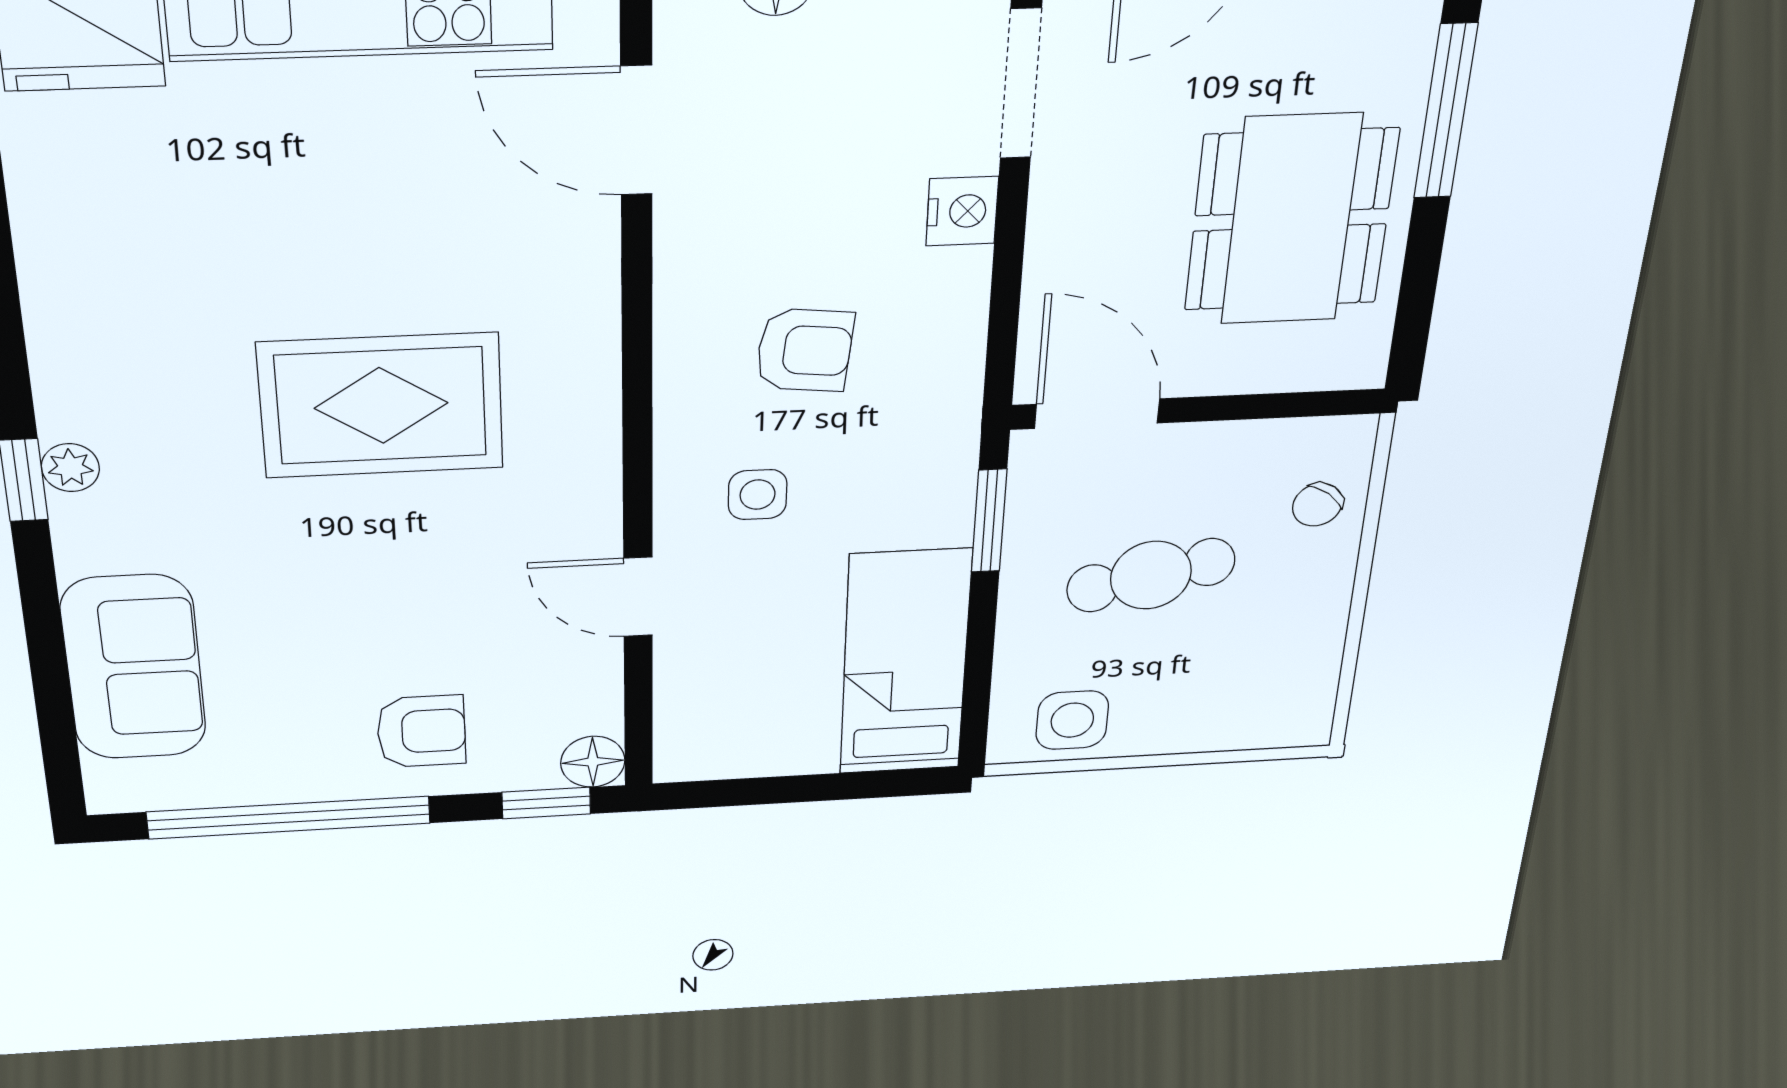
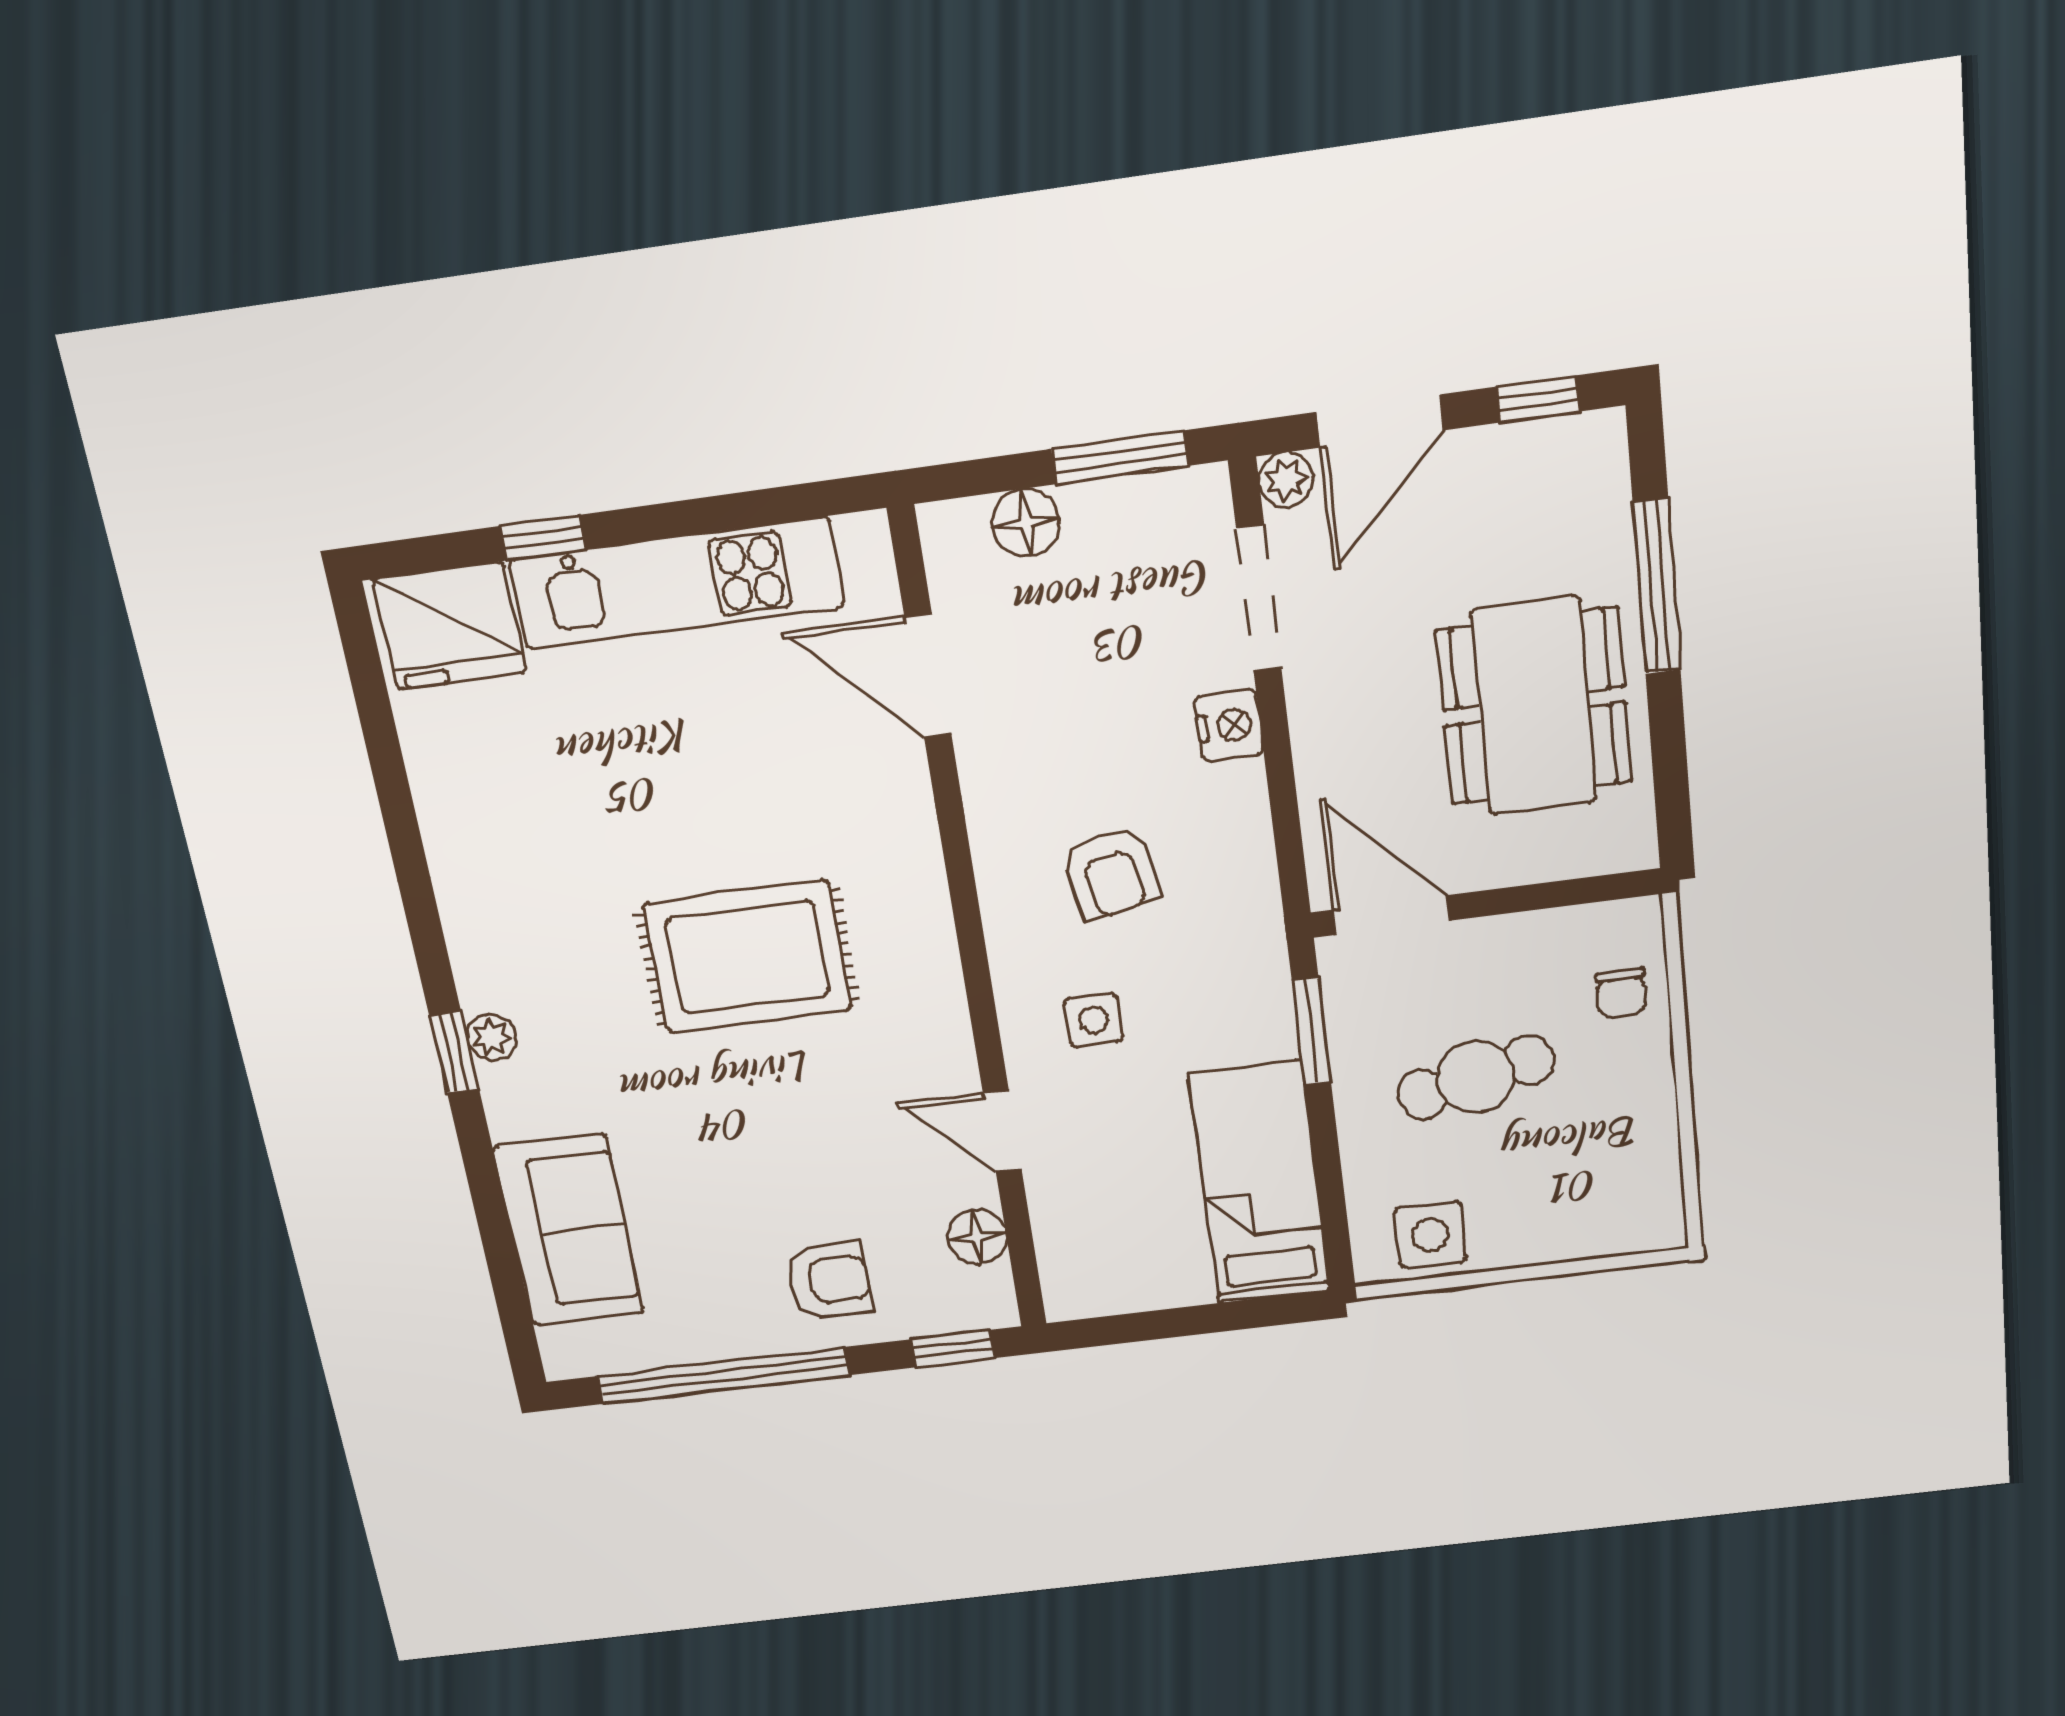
armchair: (804, 350) -> (1111, 873), turned 73
chair: (1317, 505) -> (1621, 993), turned -38
floor lamp: (593, 762) -> (977, 1237), moved

